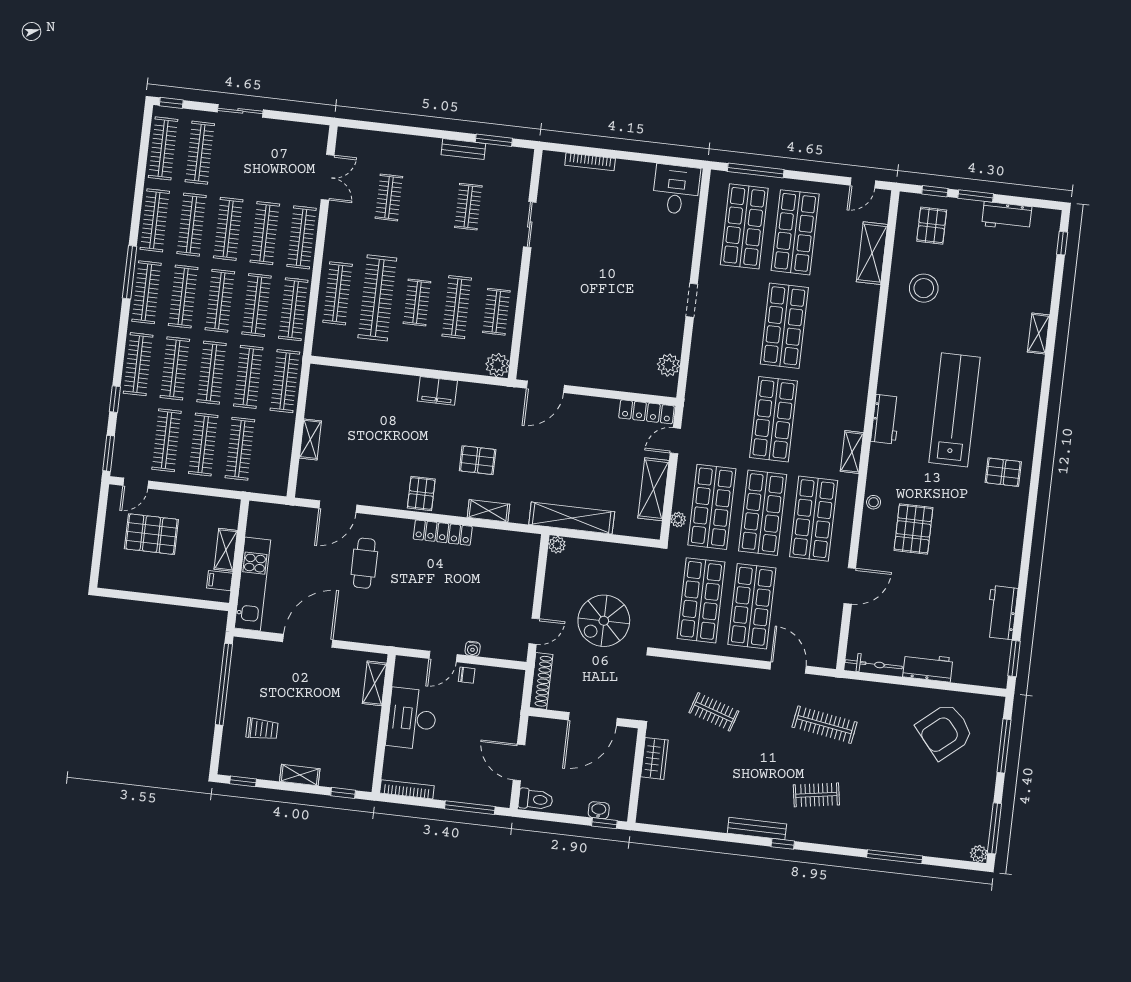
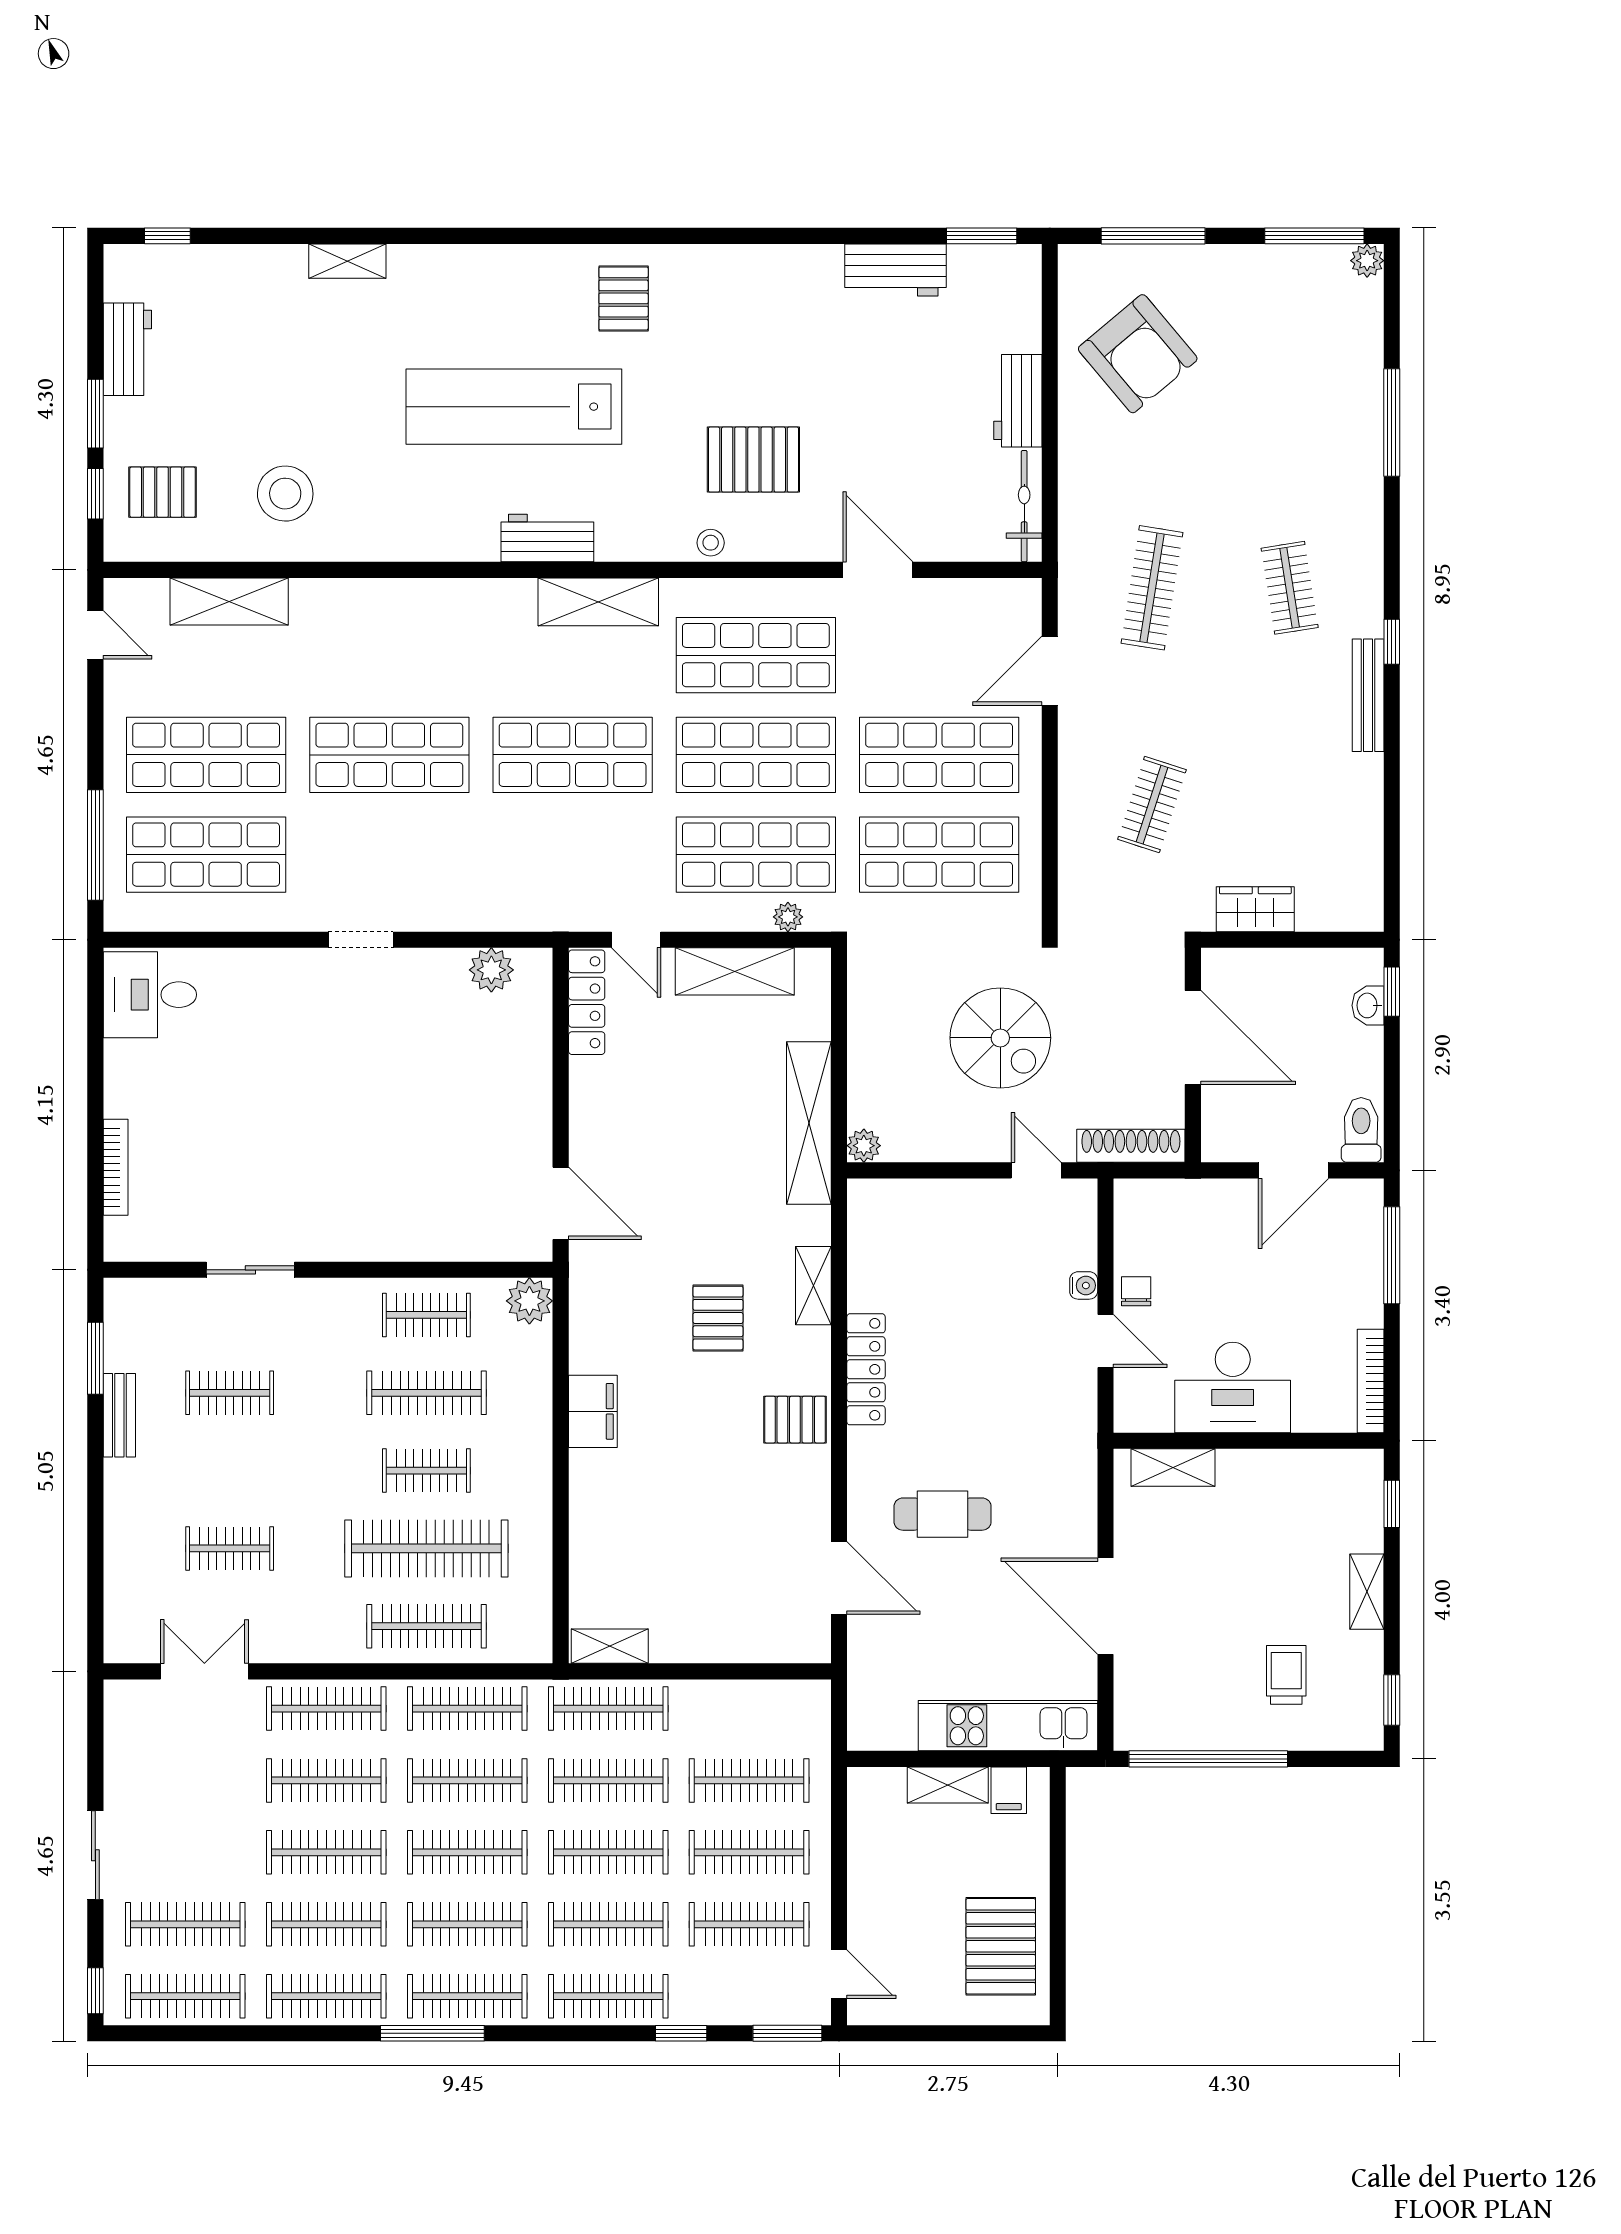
shelving: (310, 439) -> (610, 1646), moved
shelving: (852, 452) -> (598, 602), width x1.50, depth x1.33
pallet: (151, 534) -> (1001, 1946), moved

